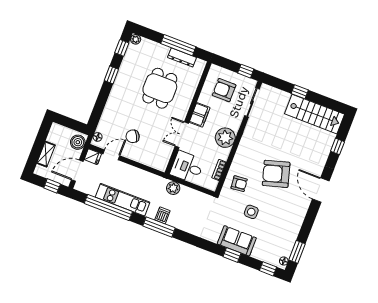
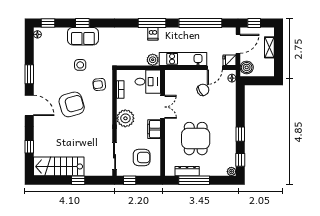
kitchen unit: (123, 200) -> (183, 59), moved, turned 180
window: (297, 252) -> (29, 74), moved

